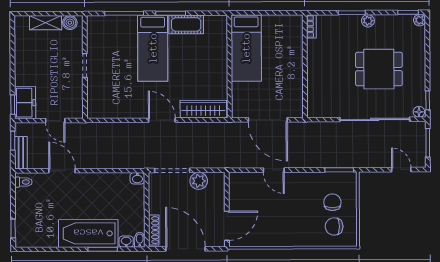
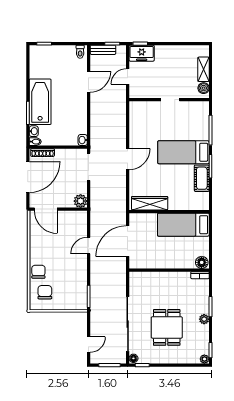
floor lamp: (295, 24) -> (202, 262), added
wardrobe: (203, 109) -> (150, 203), moved, turned -90
plant: (199, 181) -> (81, 201), moved
chair: (332, 202) -> (38, 272), moved, turned -90

